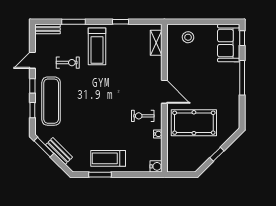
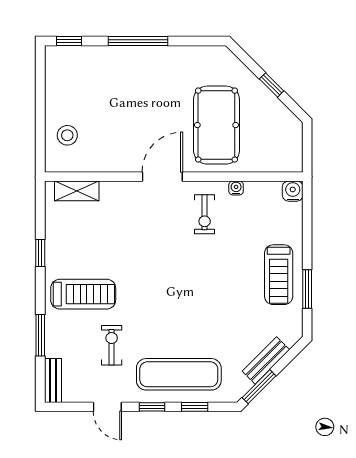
sofa: (229, 43) -> (78, 64), removed

